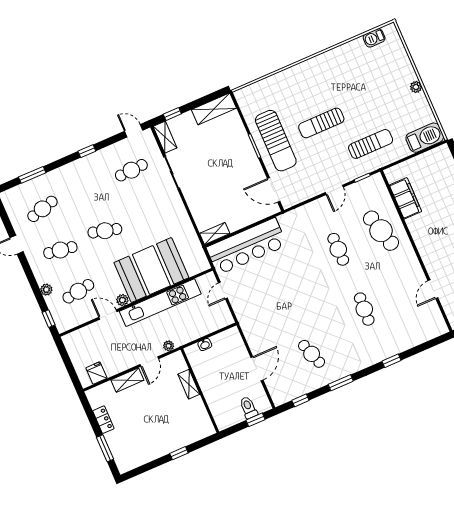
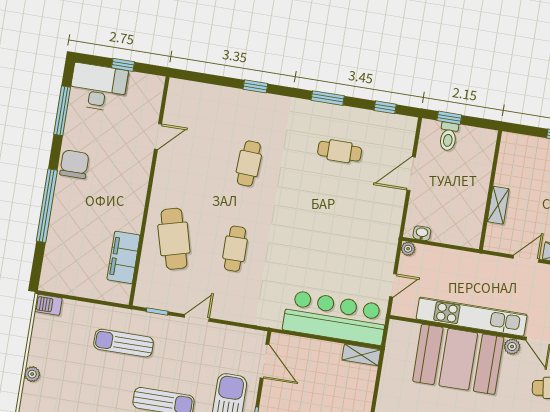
barbecue: (425, 138) -> (48, 305), width x0.53, depth x0.65
washbasin: (205, 345) -> (422, 233), moved
plant: (169, 346) -> (408, 249), moved
cafe table: (312, 354) -> (340, 151), turned -71

